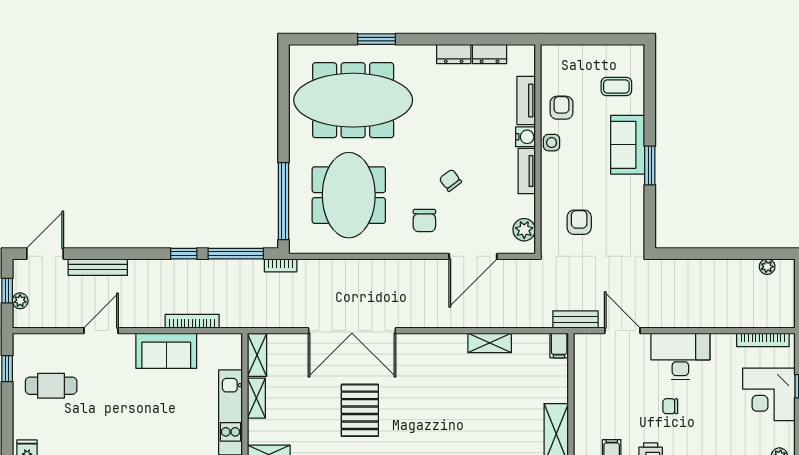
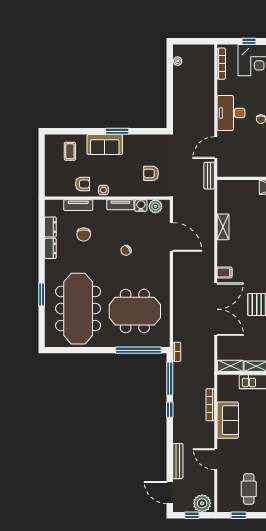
armchair: (561, 108) -> (83, 184), turned 180
water cooler: (525, 137) -> (141, 206), moved
chair: (424, 221) -> (84, 234), moved, turned 90
plant: (20, 301) -> (202, 503), width x1.88, depth x1.88
filing cabinet: (559, 345) -> (225, 272), moved

